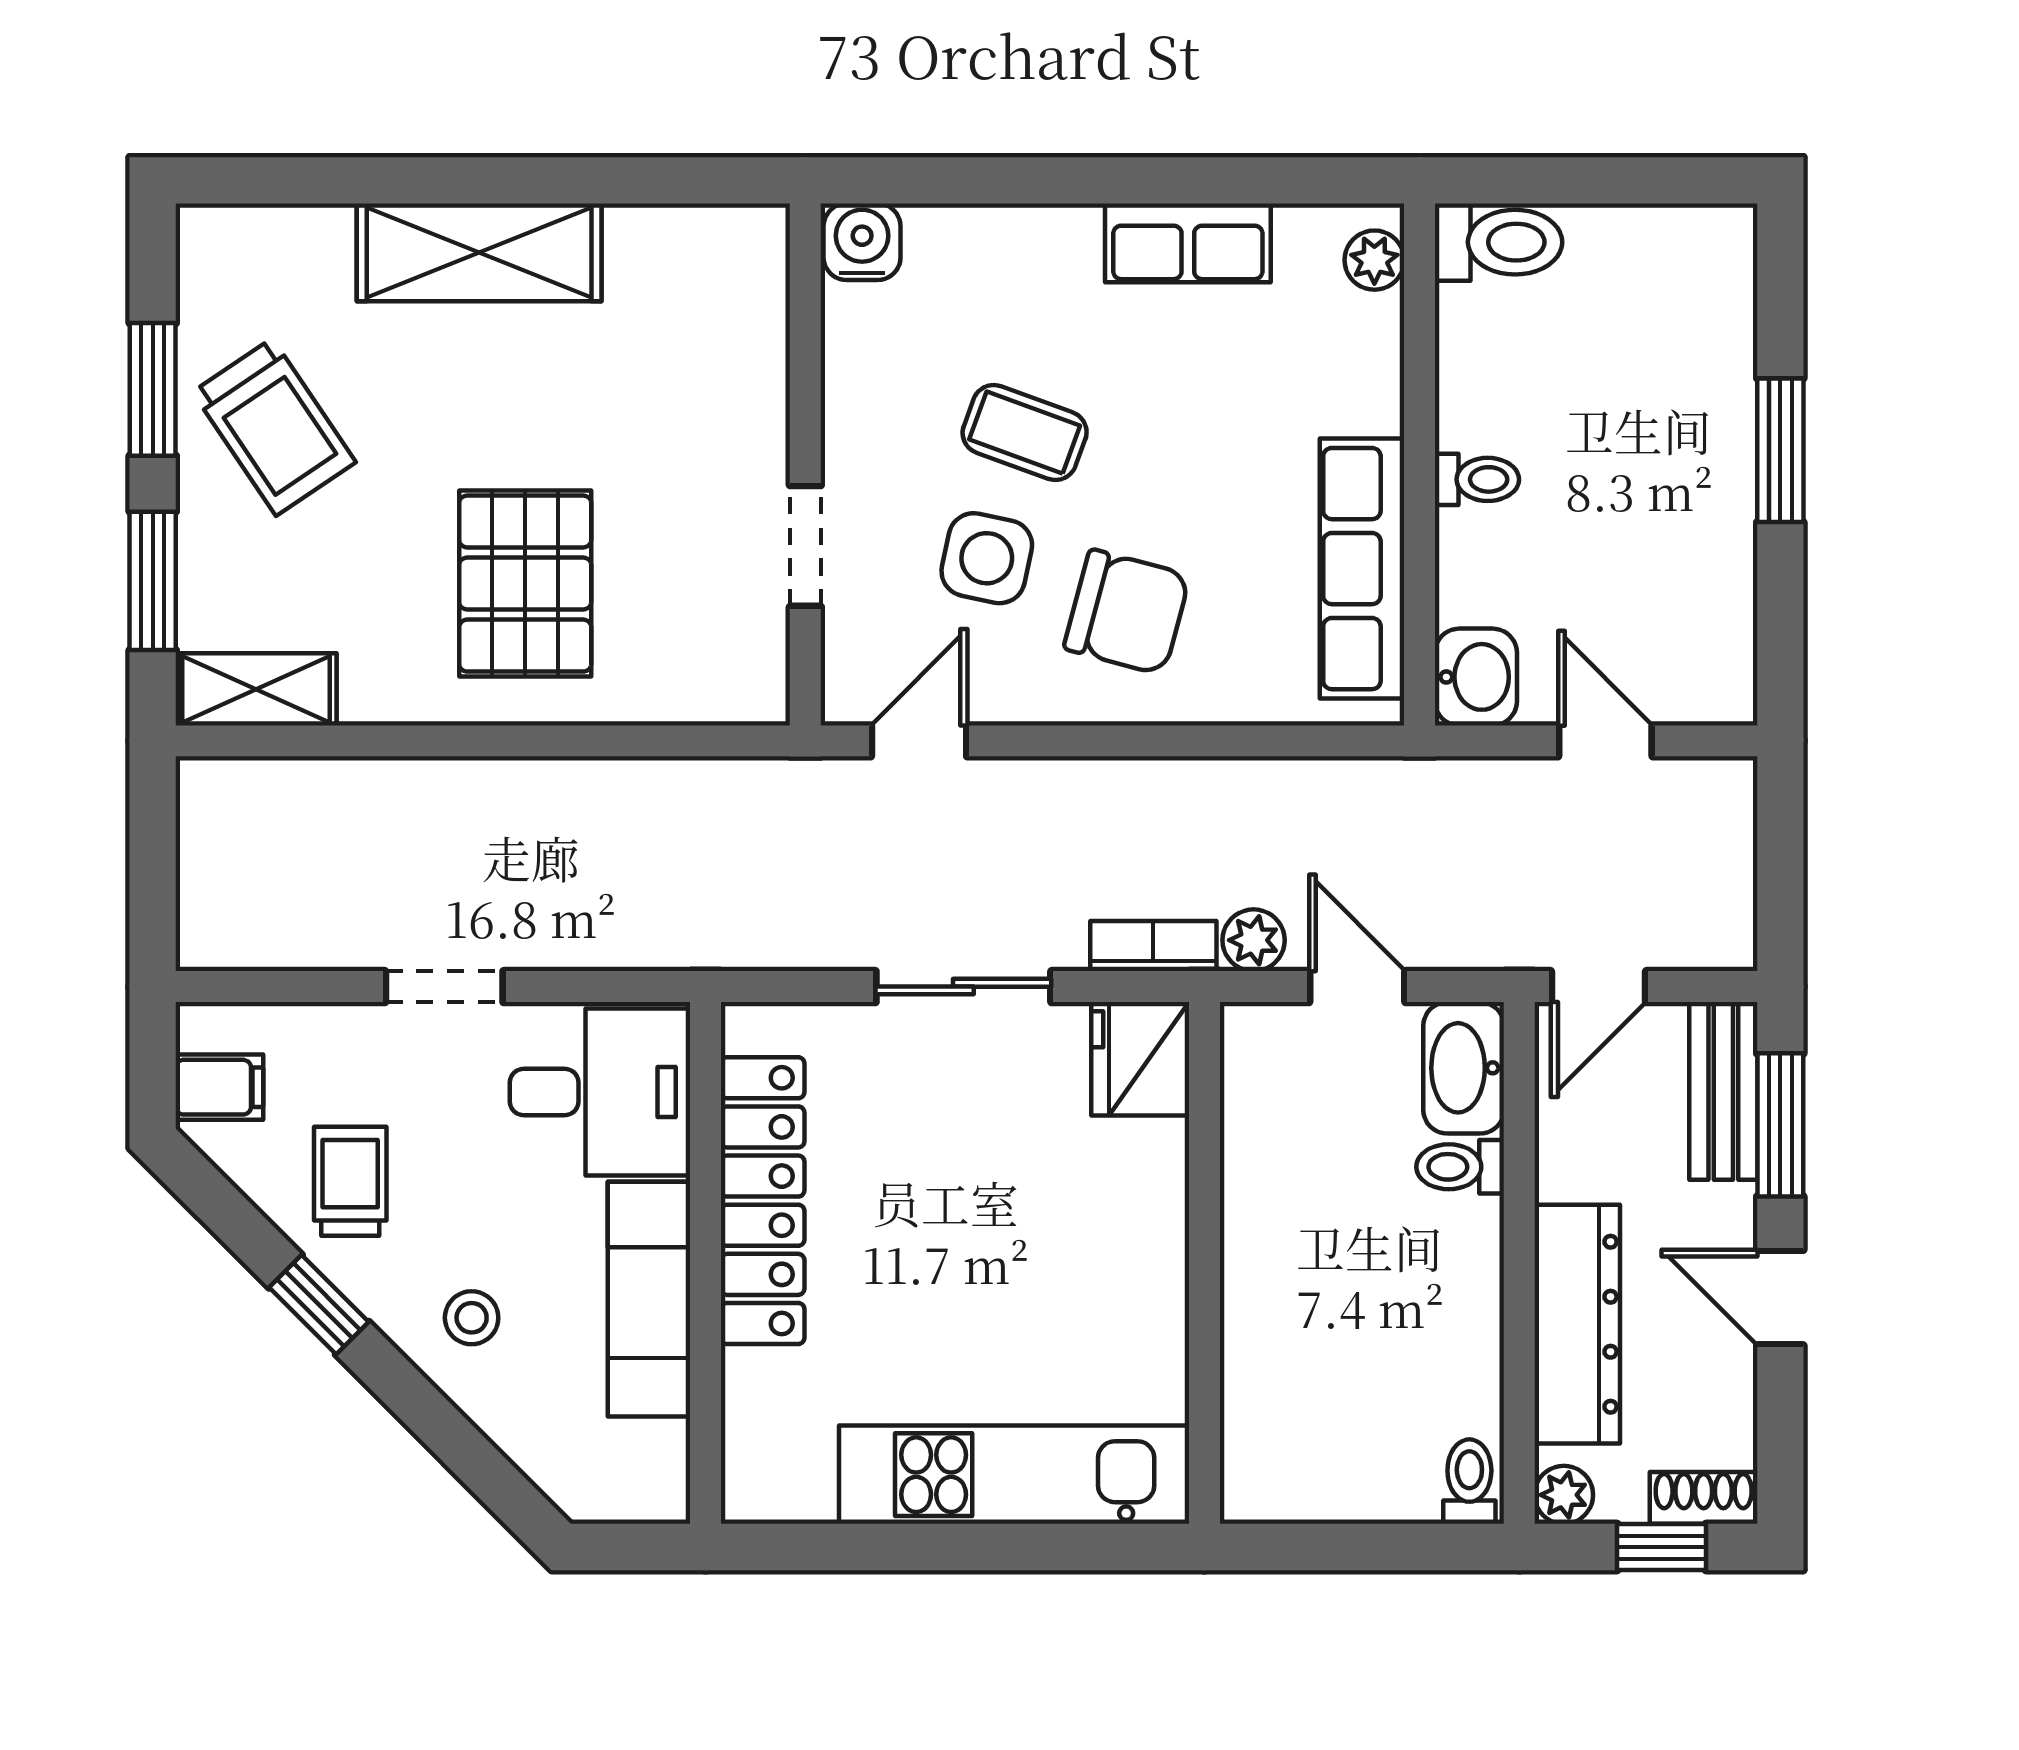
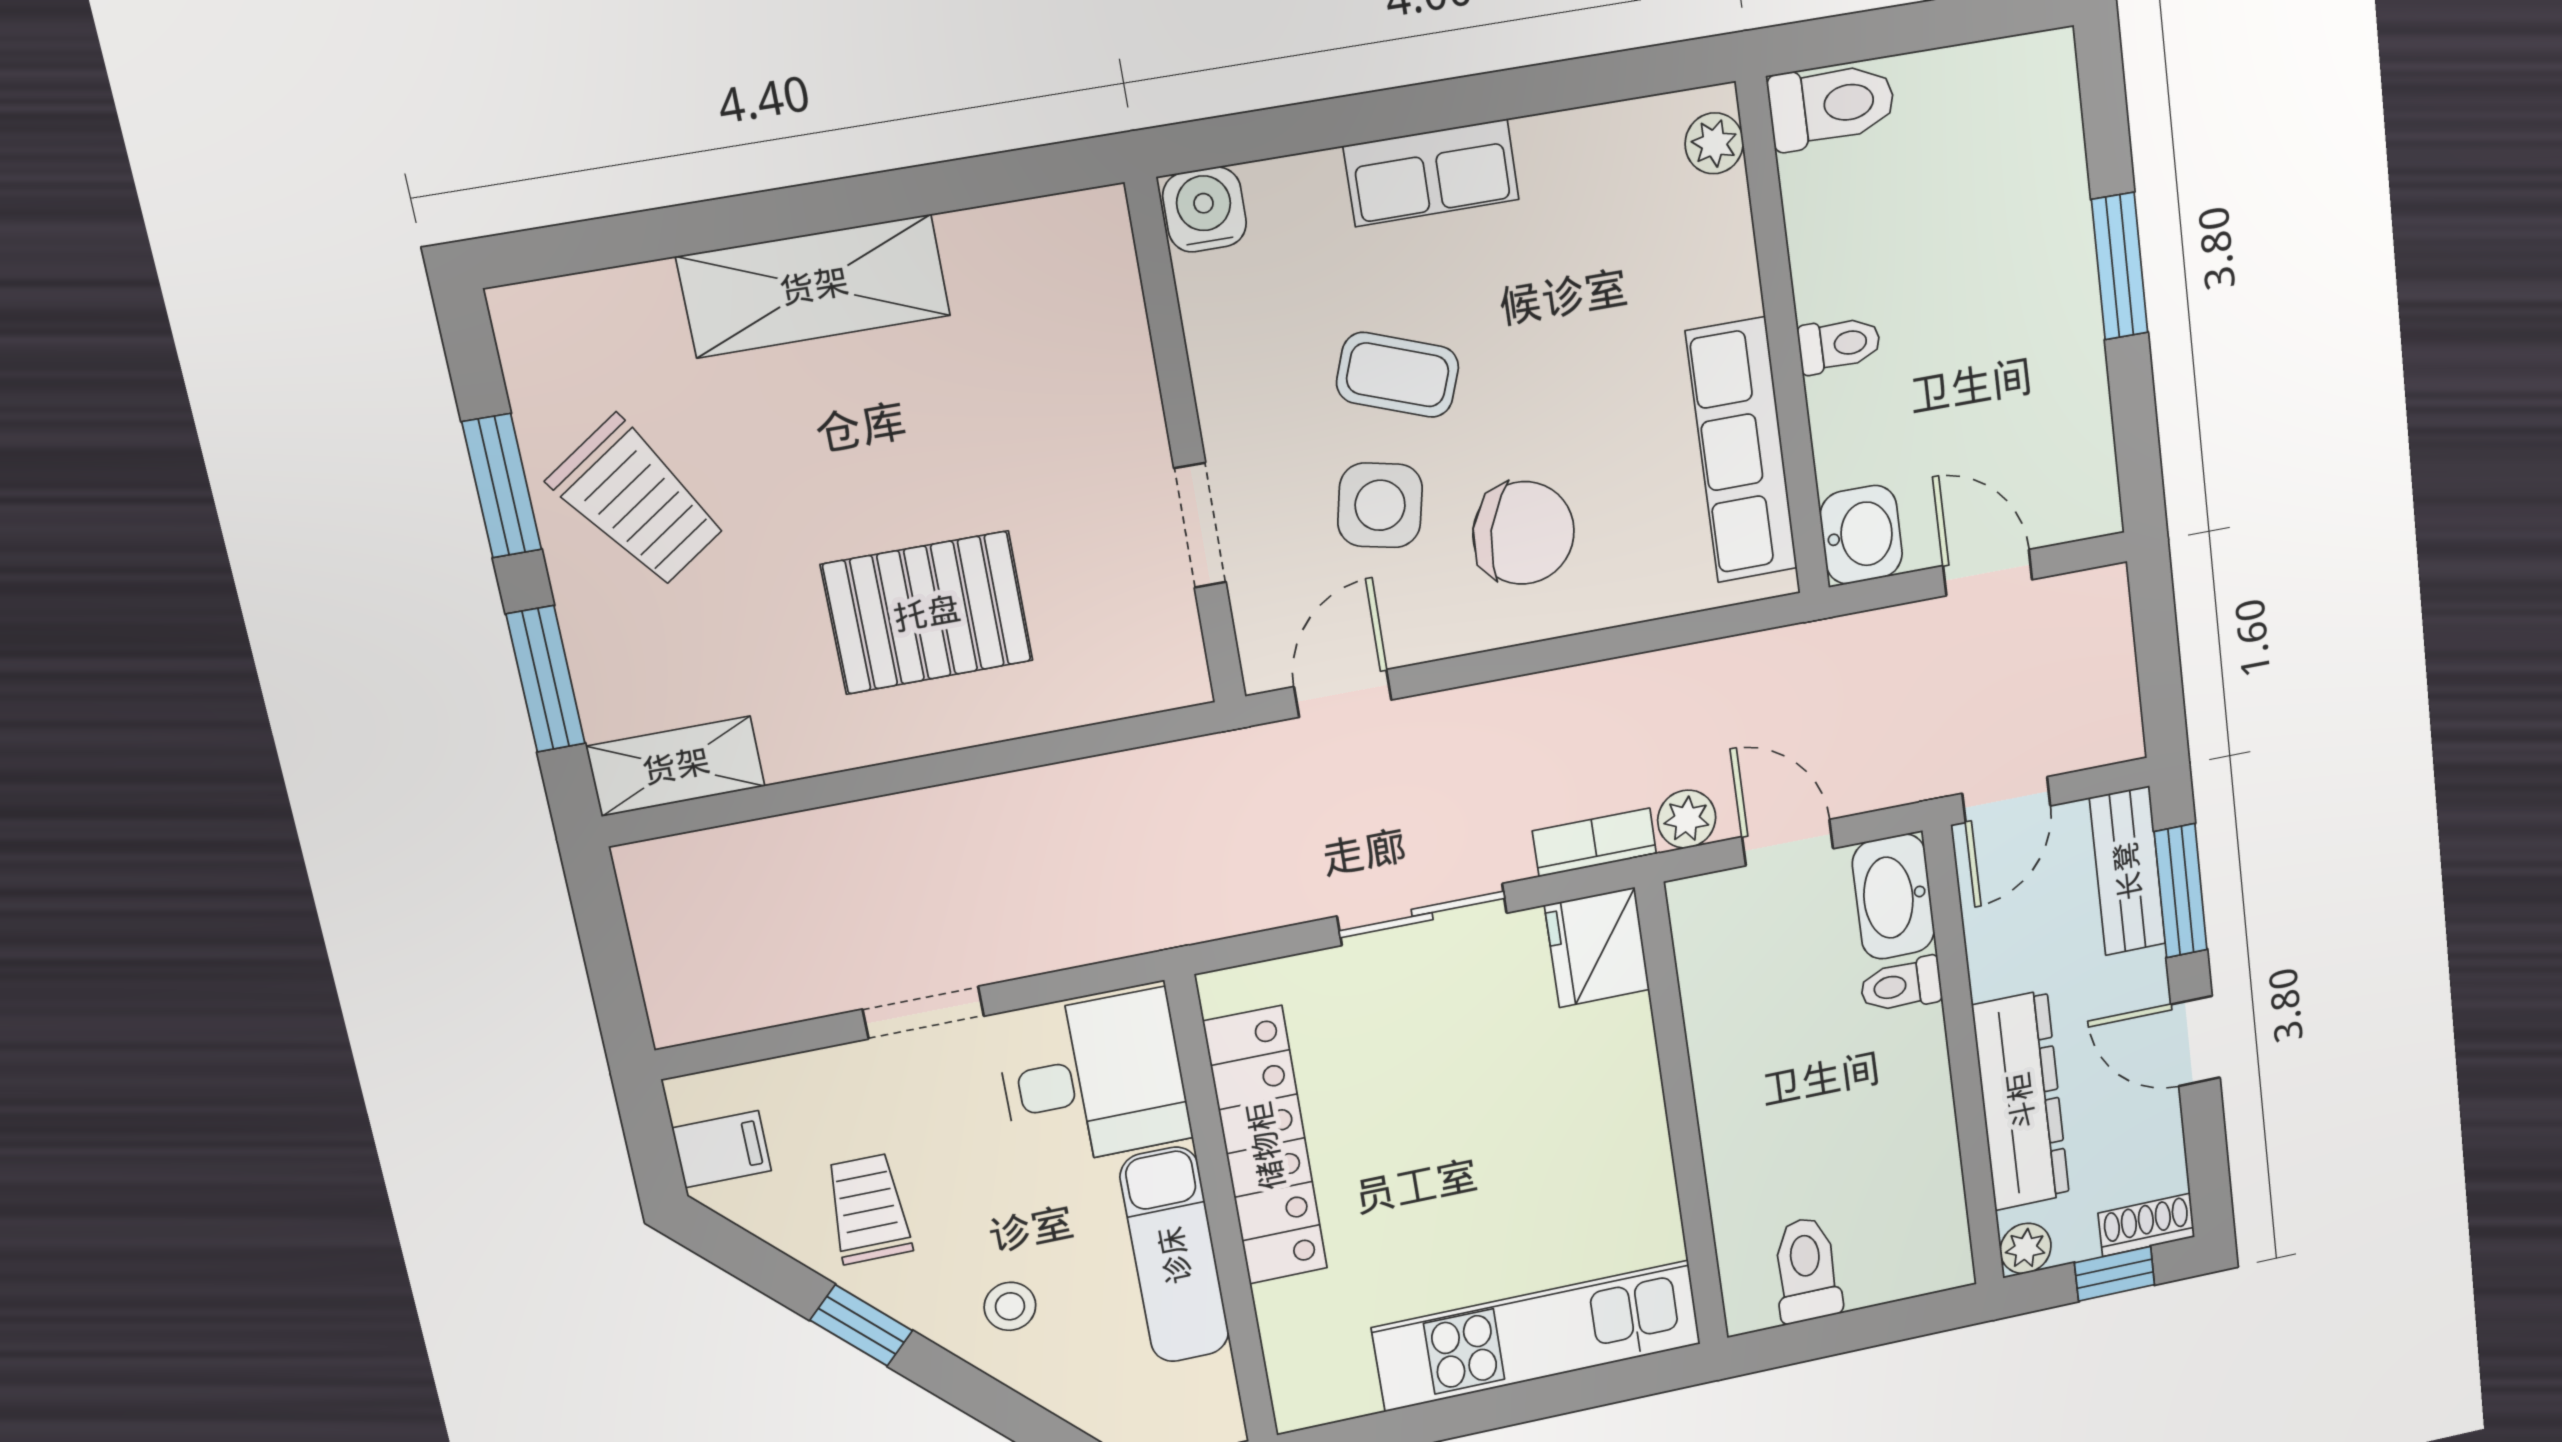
row of seats: (1188, 243) -> (1431, 173), moved
pallet: (525, 584) -> (927, 613), turned 90
toilet: (1469, 1482) -> (1807, 1270), moved, width x1.37, depth x1.39

